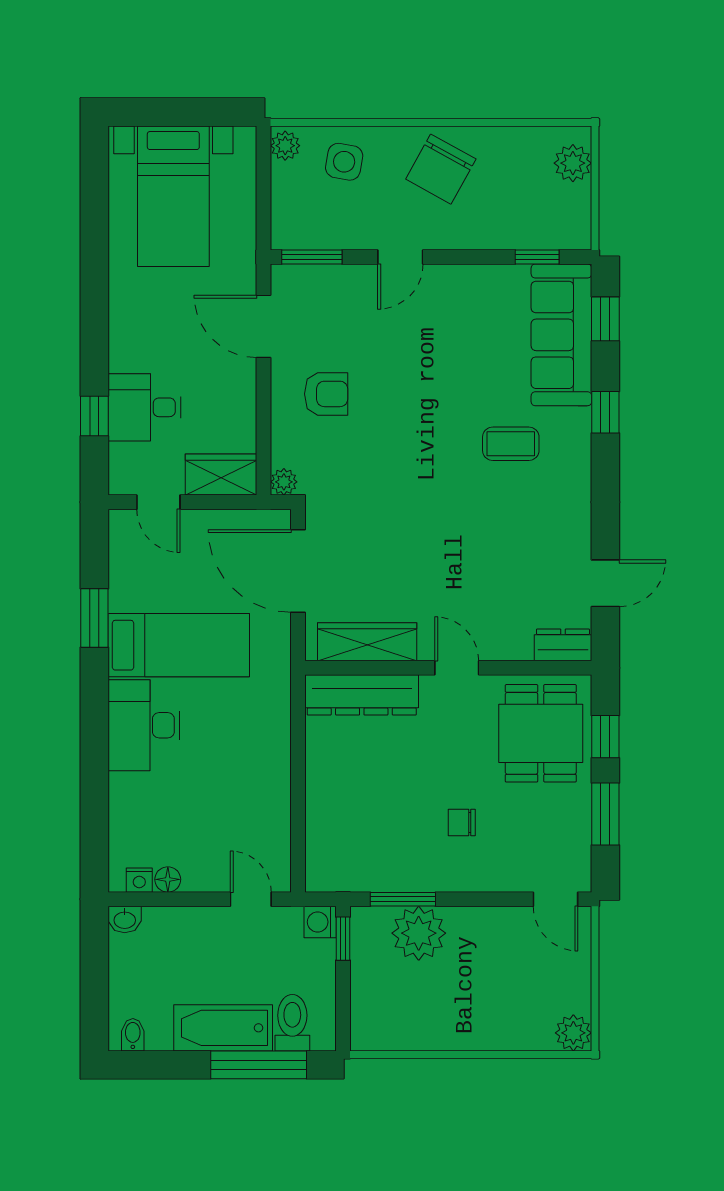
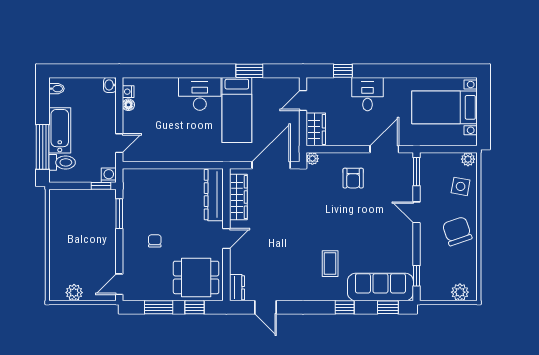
chair: (441, 169) -> (457, 231), turned 42
desk: (145, 407) -> (368, 94), moved
plant: (419, 933) -> (104, 221), removed
plant: (573, 1033) -> (74, 293), moved

